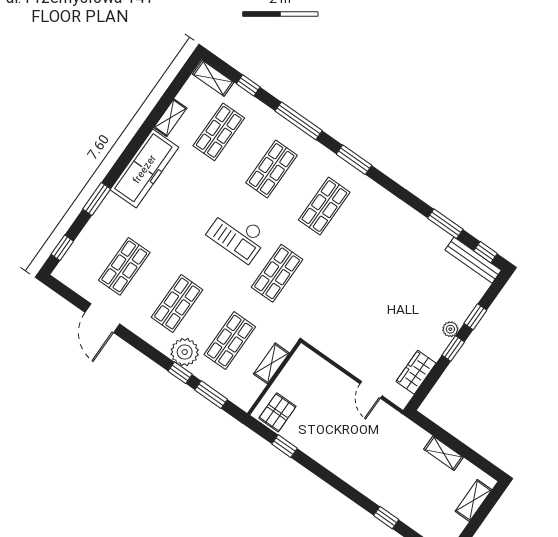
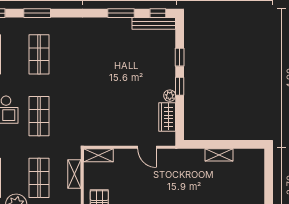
plant: (450, 329) -> (170, 96), moved
shelving: (473, 500) -> (98, 155), moved, turned 90

